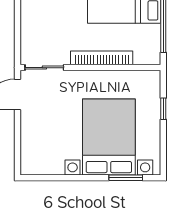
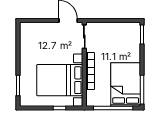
bed with nightstands: (109, 137) -> (60, 80), moved, turned 180

